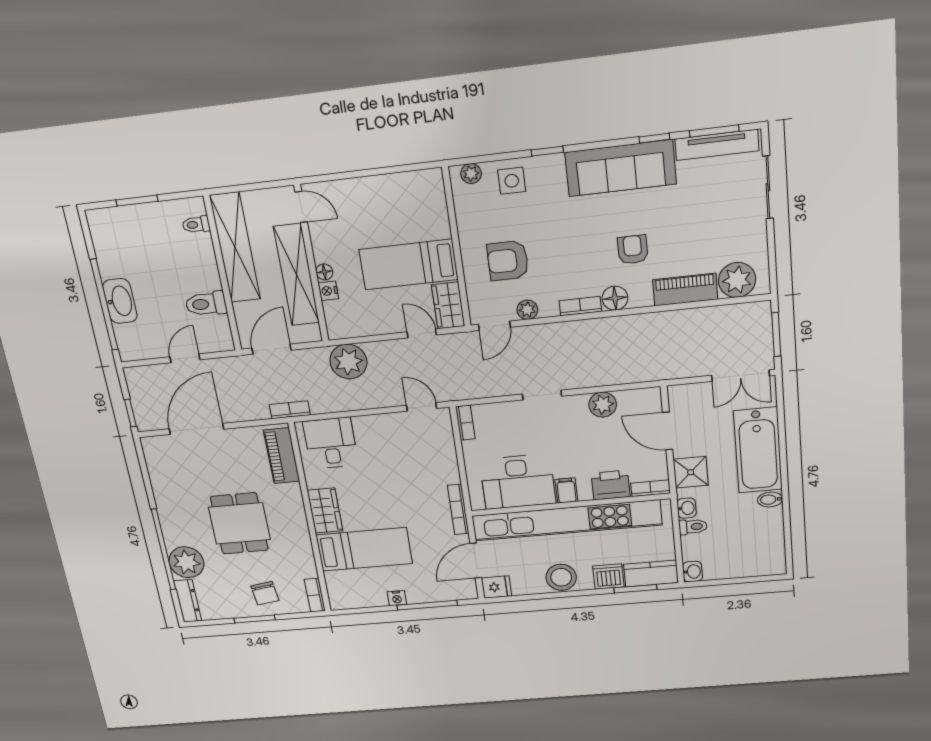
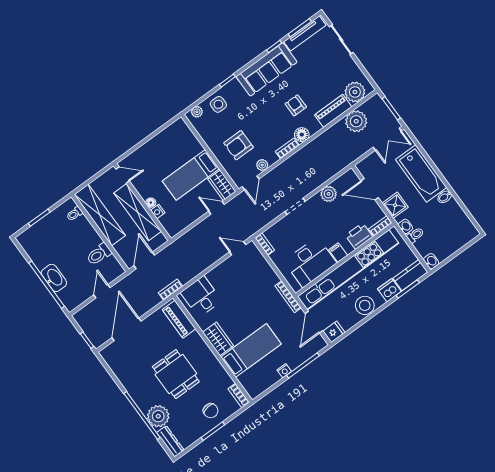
plant: (348, 362) -> (356, 121), moved

